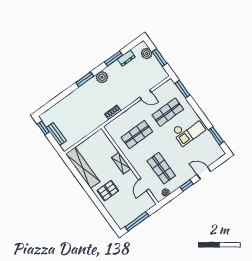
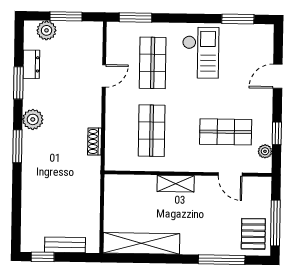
window: (187, 185) -> (277, 133), moved
pallet: (108, 191) -> (253, 234), moved
window: (102, 209) -> (222, 260), added

